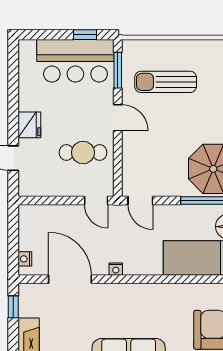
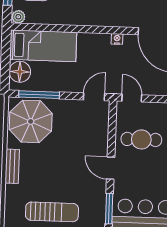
sun lounger: (166, 82) -> (52, 212), moved
door: (140, 201) -> (94, 97), hinge flipped

